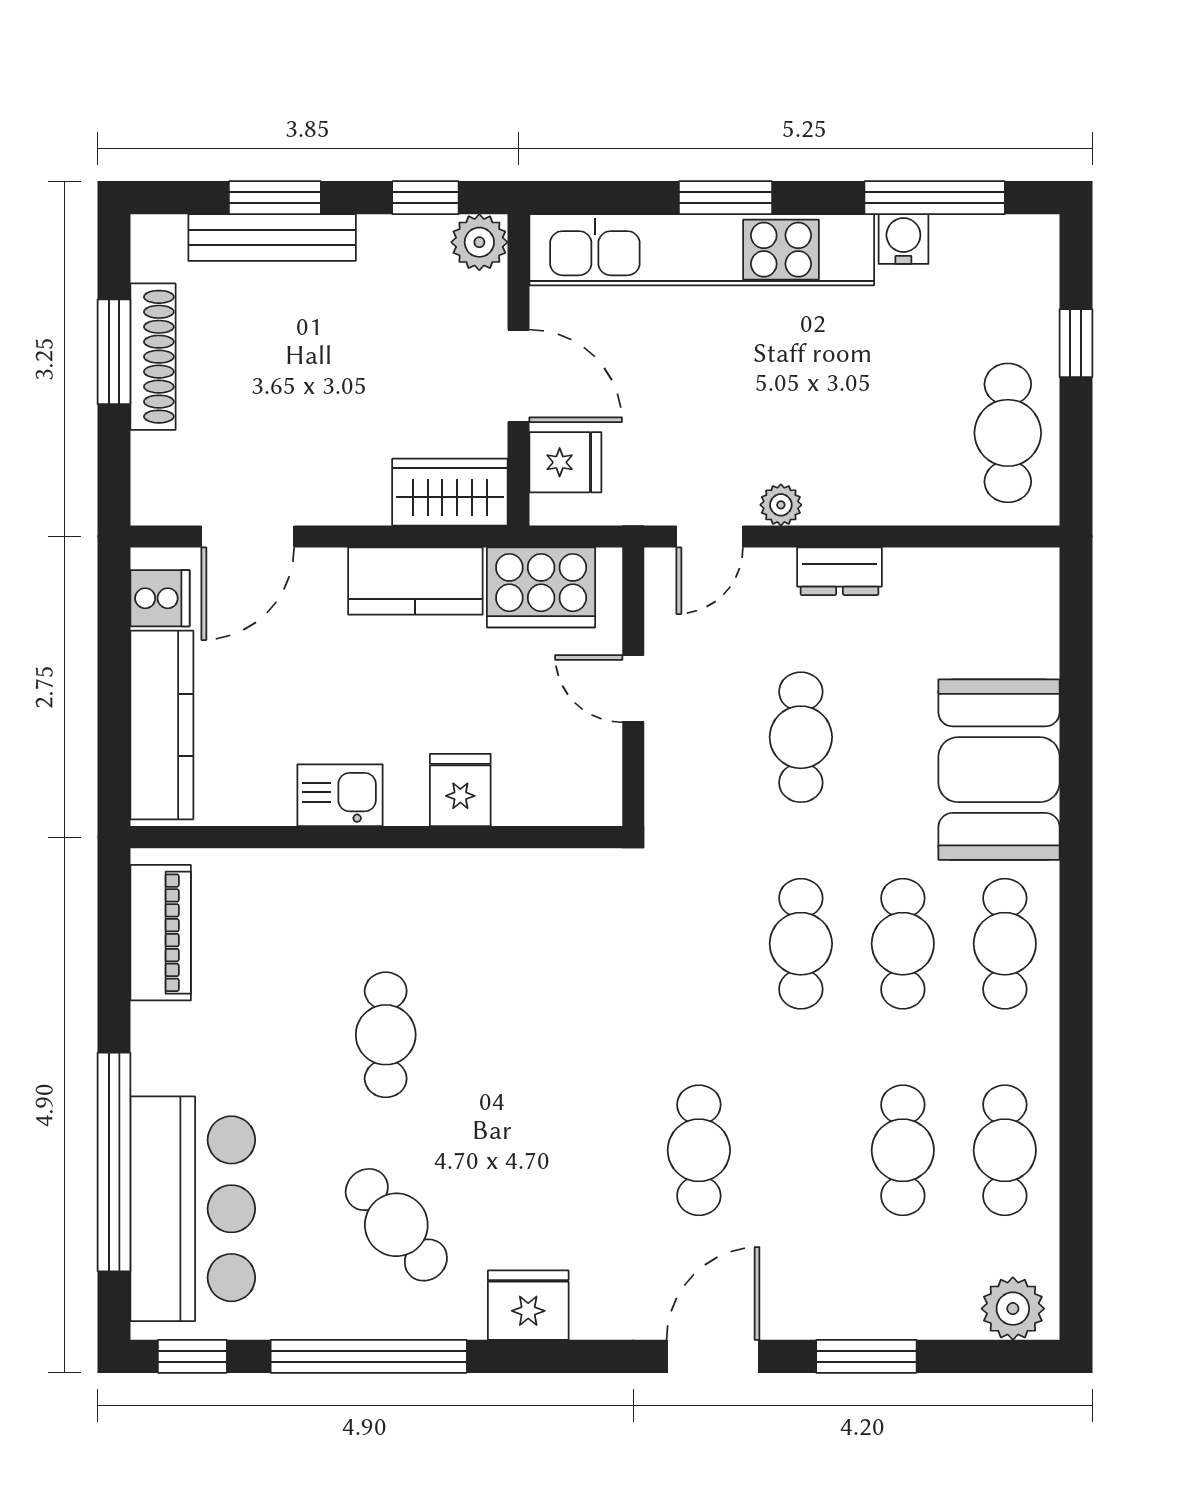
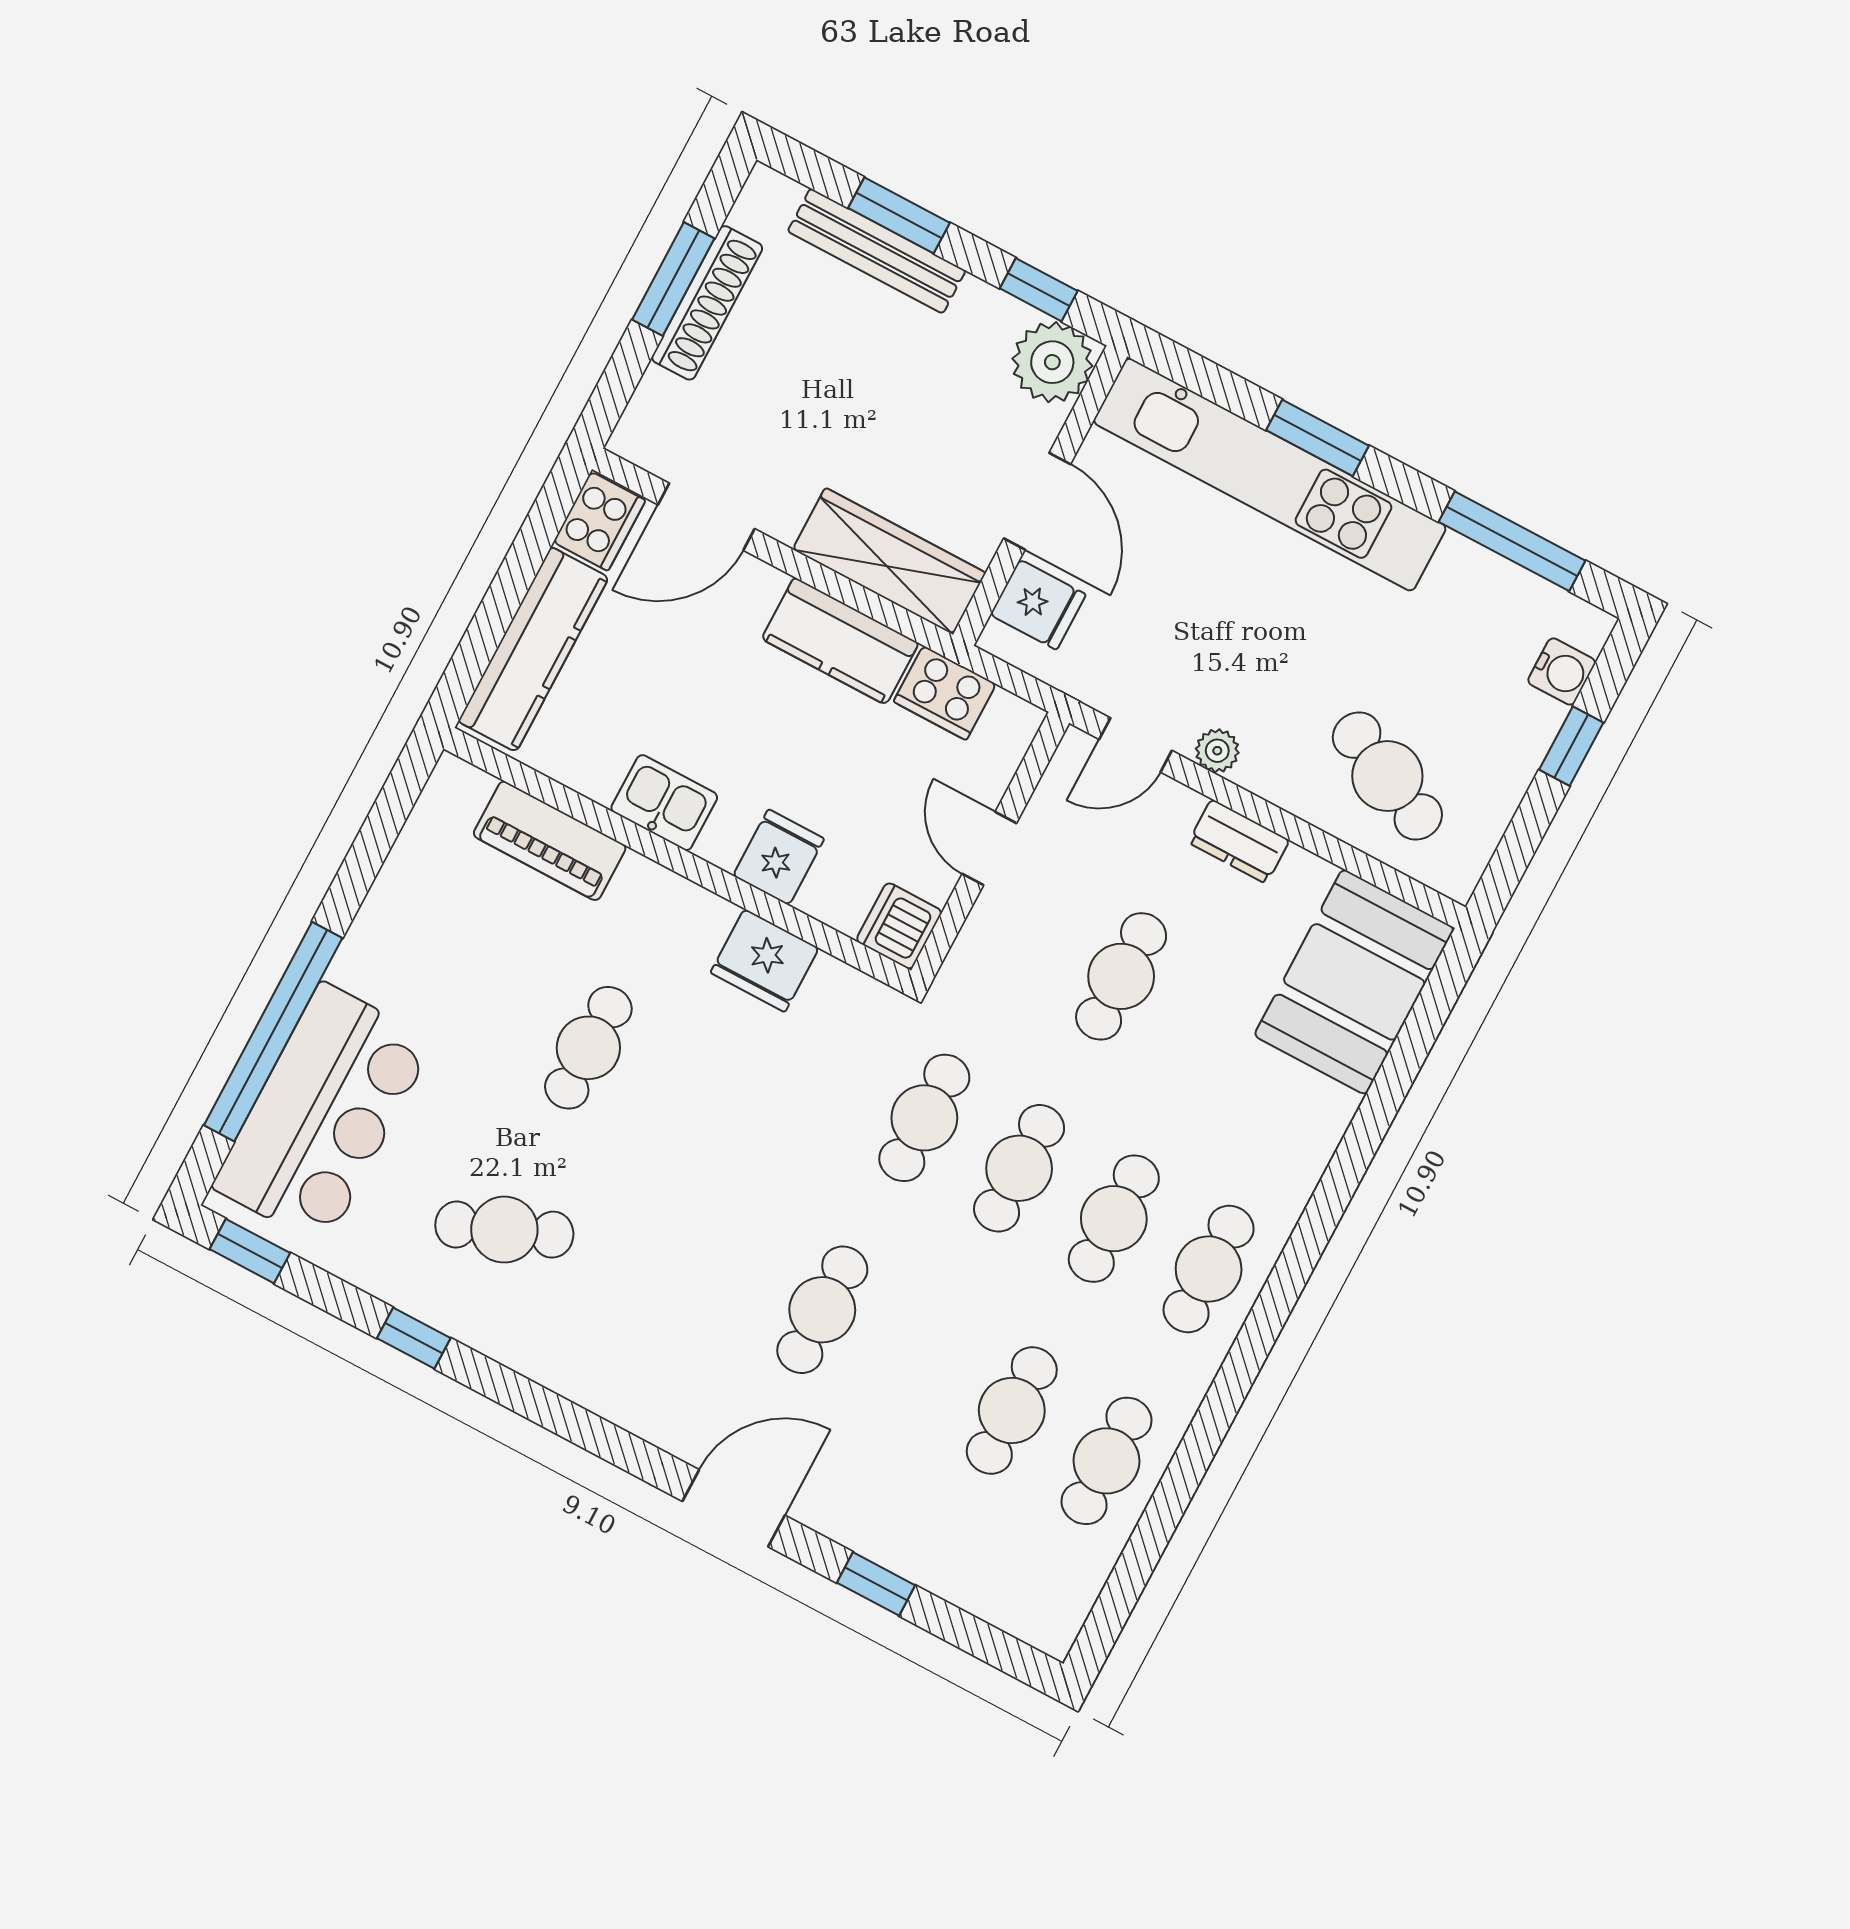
water cooler: (903, 239) -> (1562, 672), moved, turned 90
plant: (479, 242) -> (1052, 362), width x1.36, depth x1.36
cafe table: (1008, 433) -> (1387, 776), moved, turned -65
wardrobe: (450, 492) -> (889, 561), width x1.50
cooker: (541, 587) -> (945, 693), width x0.73, depth x0.76
cooker: (160, 598) -> (599, 521), width x1.36
booth: (999, 770) -> (1354, 982), moved
dishwasher: (592, 794) -> (899, 926), added
piano: (161, 933) -> (550, 841), moved, turned 90
cafe table: (699, 944) -> (924, 1118), added
cafe table: (396, 1225) -> (504, 1230), turned -72
fridge: (528, 1305) -> (765, 960), moved, turned 180
plant: (1013, 1309) -> (1036, 1612), removed
window: (369, 1356) -> (414, 1338), width x0.32
window: (866, 1356) -> (876, 1584), width x0.67

